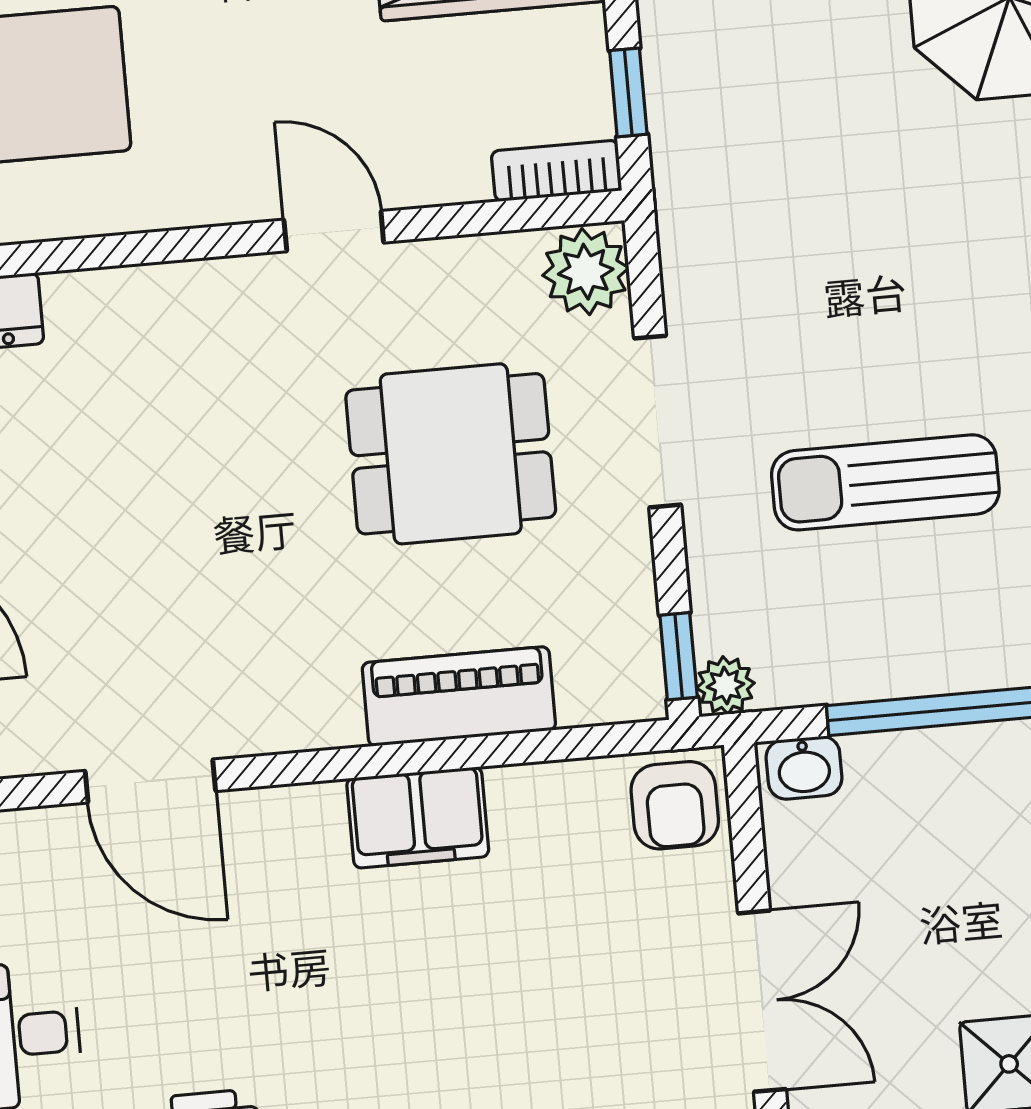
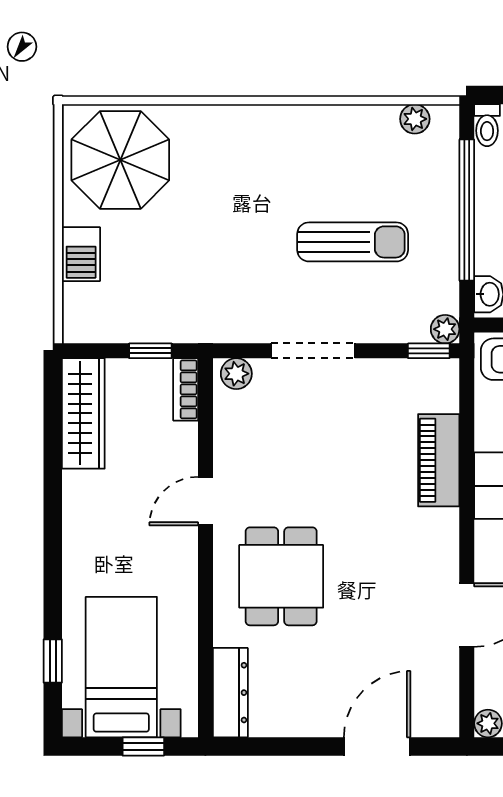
plant: (586, 272) -> (236, 374), width x0.73, depth x0.73
dining table: (451, 454) -> (281, 576), moved
sun lounger: (885, 482) -> (353, 242), turned -90

